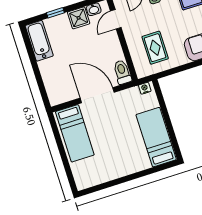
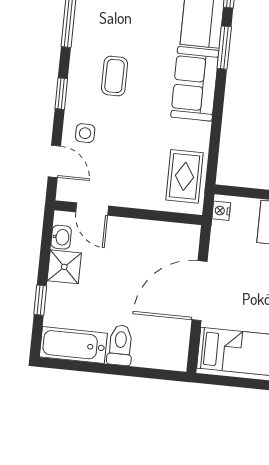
rug: (155, 48) -> (184, 176), moved, turned 90
toilet: (122, 72) -> (120, 345), moved, turned 90

